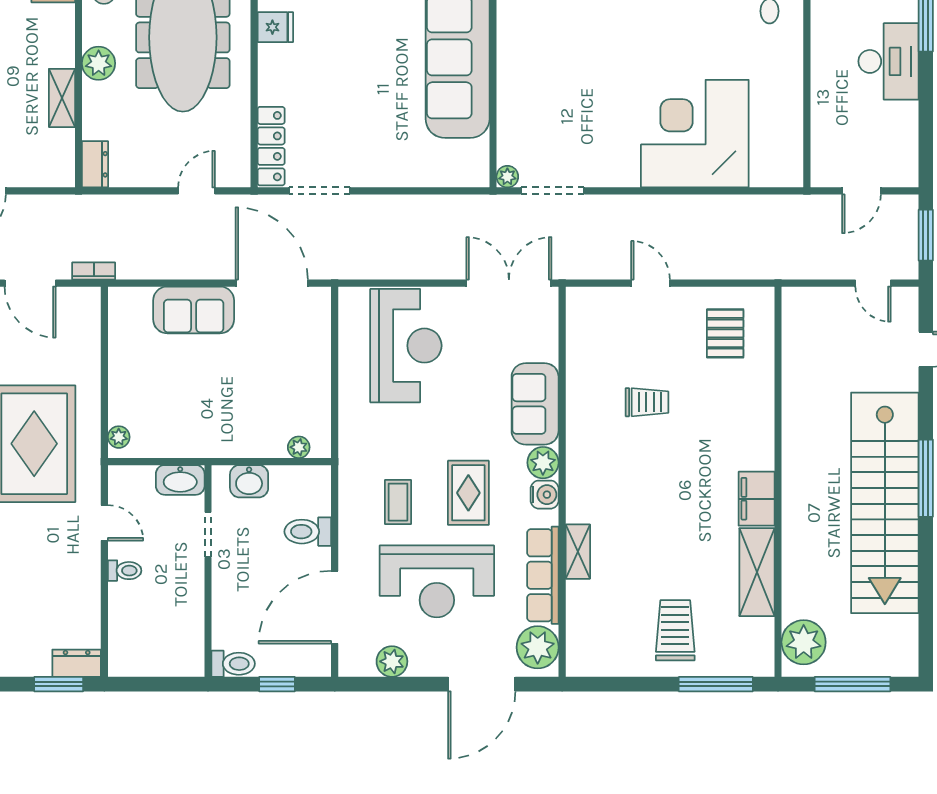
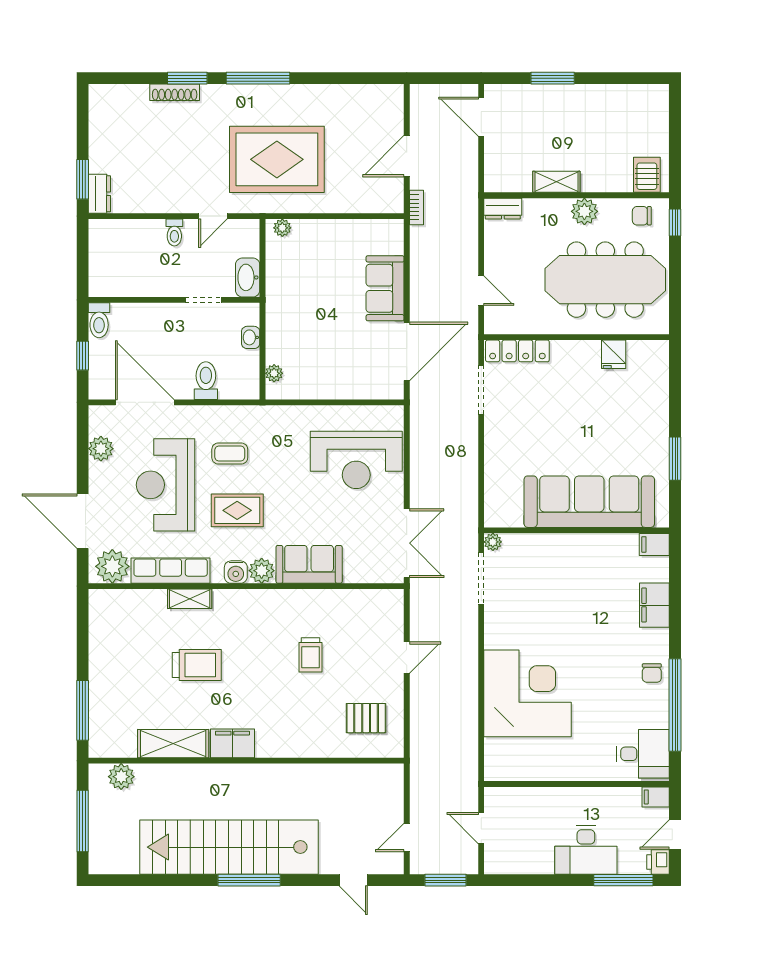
washbasin: (249, 481) -> (251, 337), width x0.72, depth x0.69
trolley: (675, 630) -> (197, 665), moved
plant: (804, 642) -> (121, 777), width x0.73, depth x0.73

